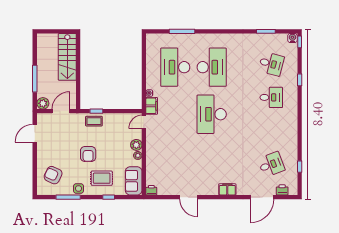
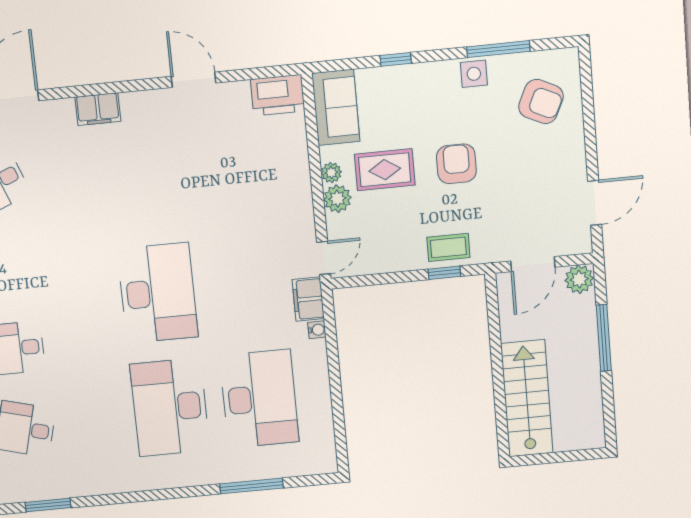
rug: (102, 178) -> (385, 170), moved
printer: (151, 190) -> (278, 95), width x1.87, depth x1.48

